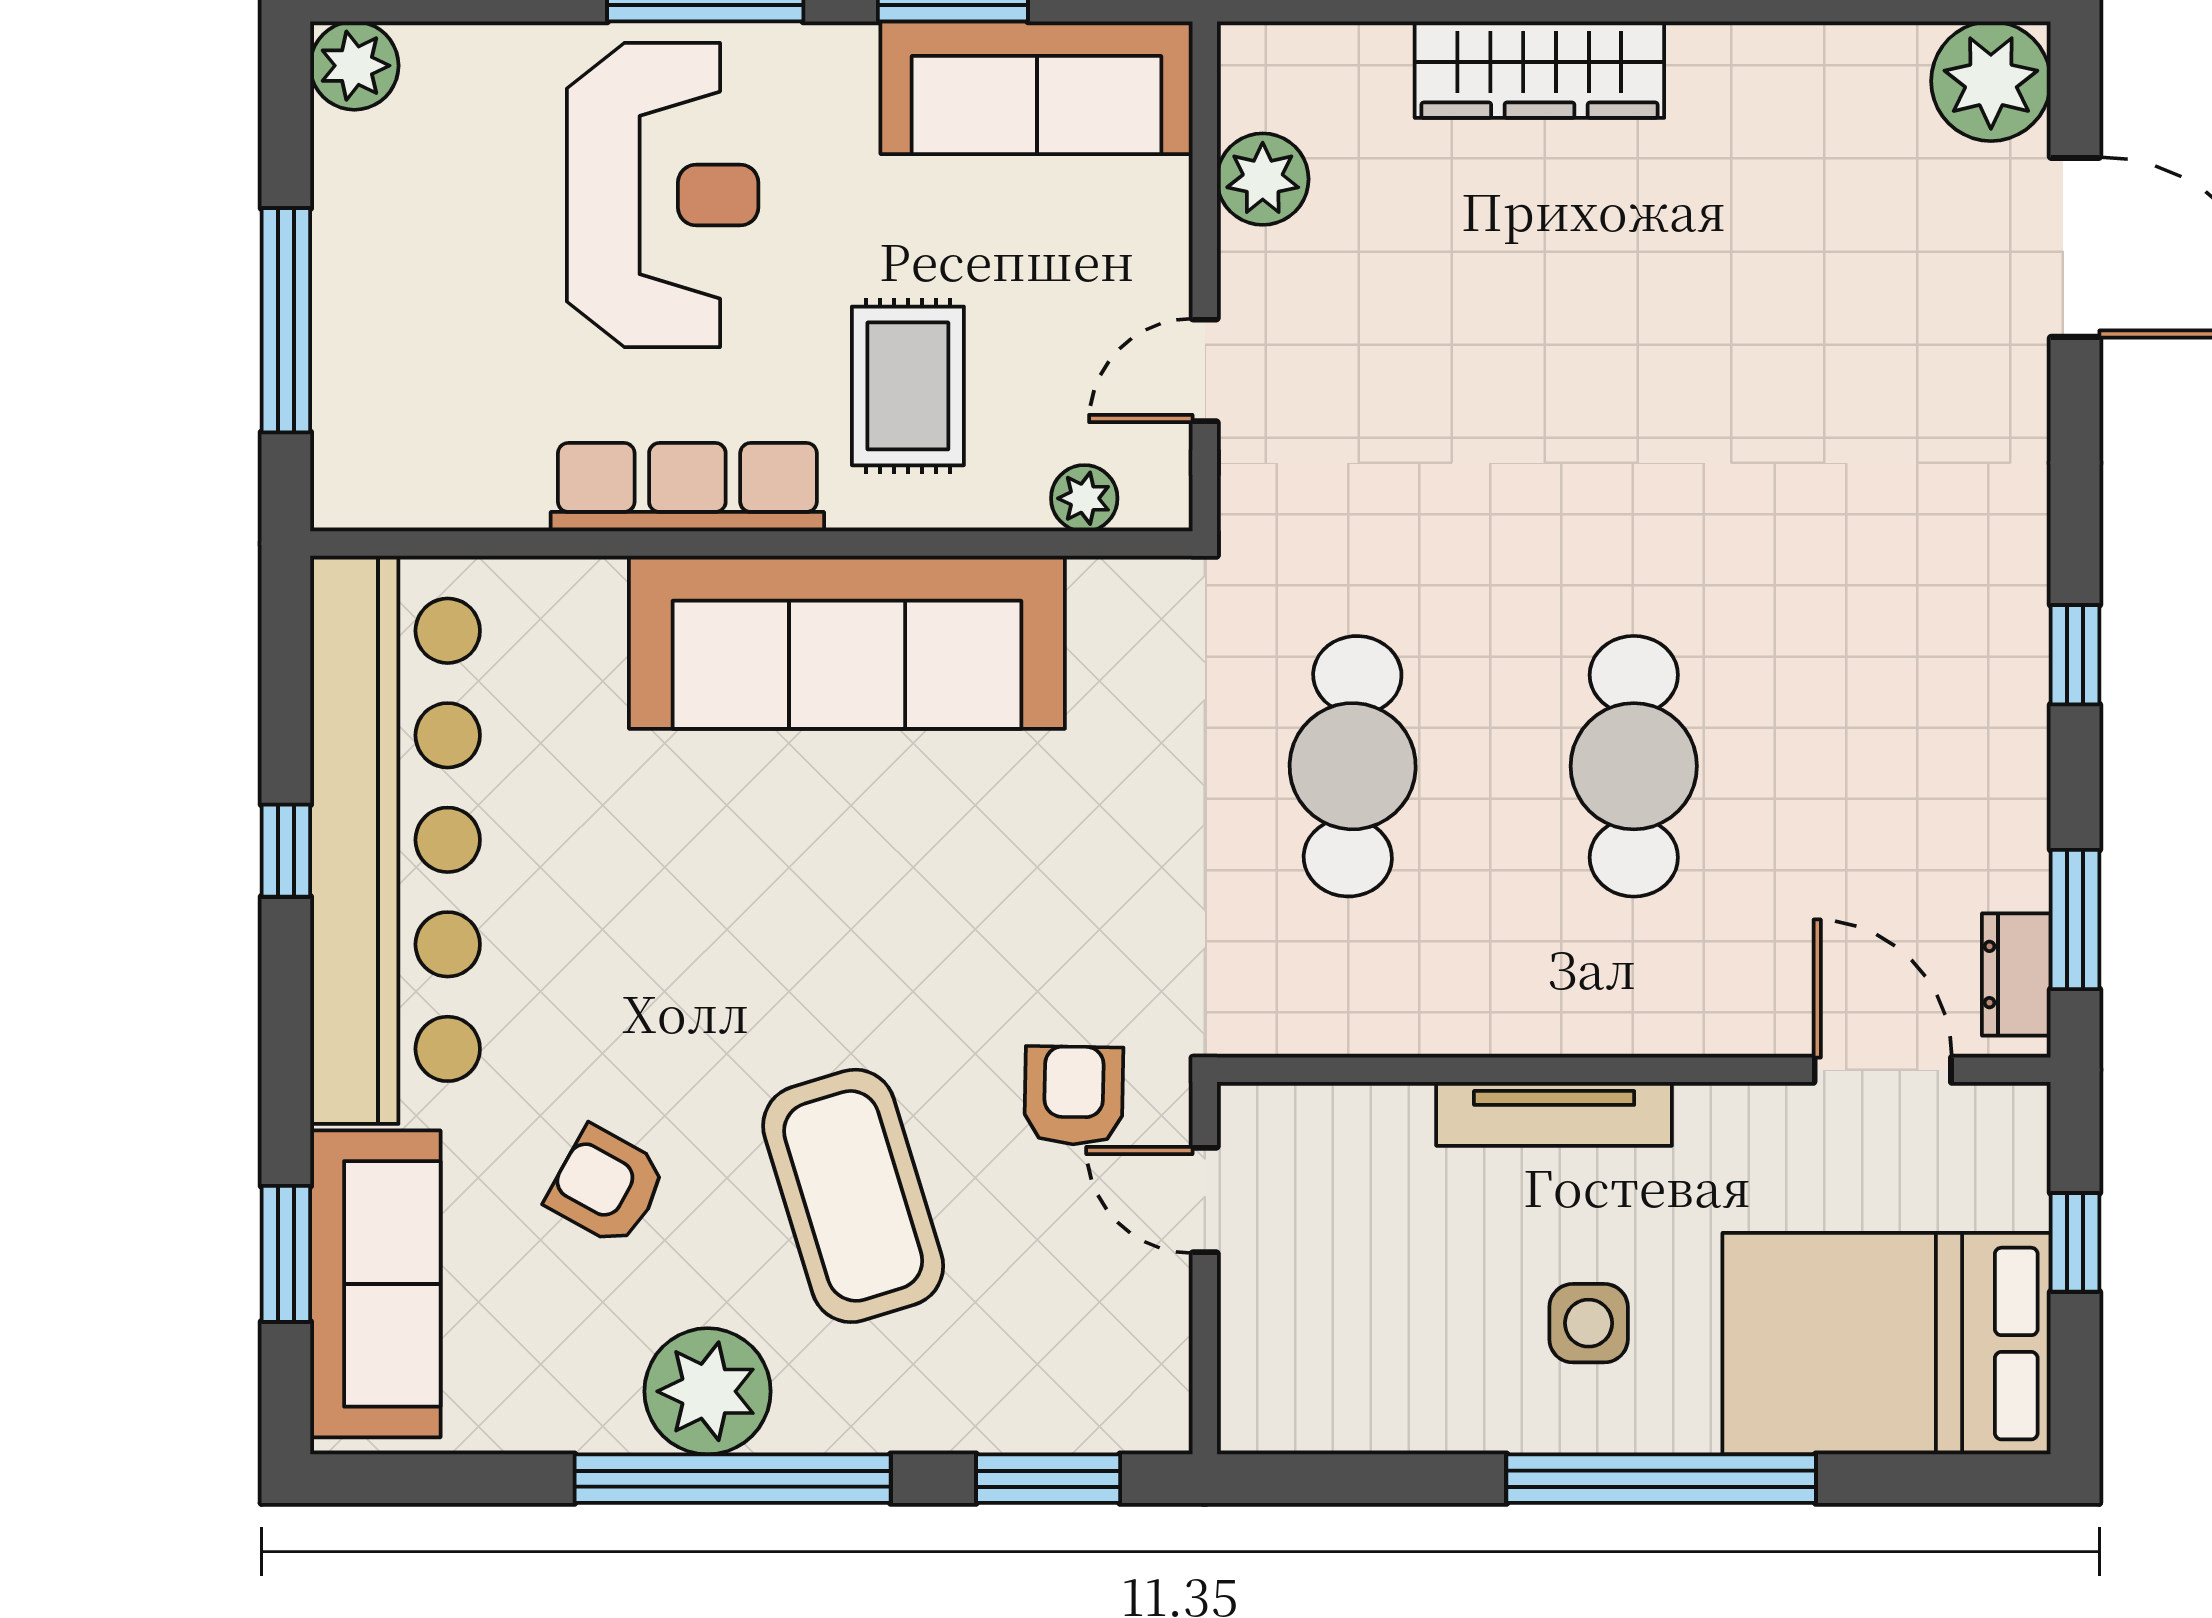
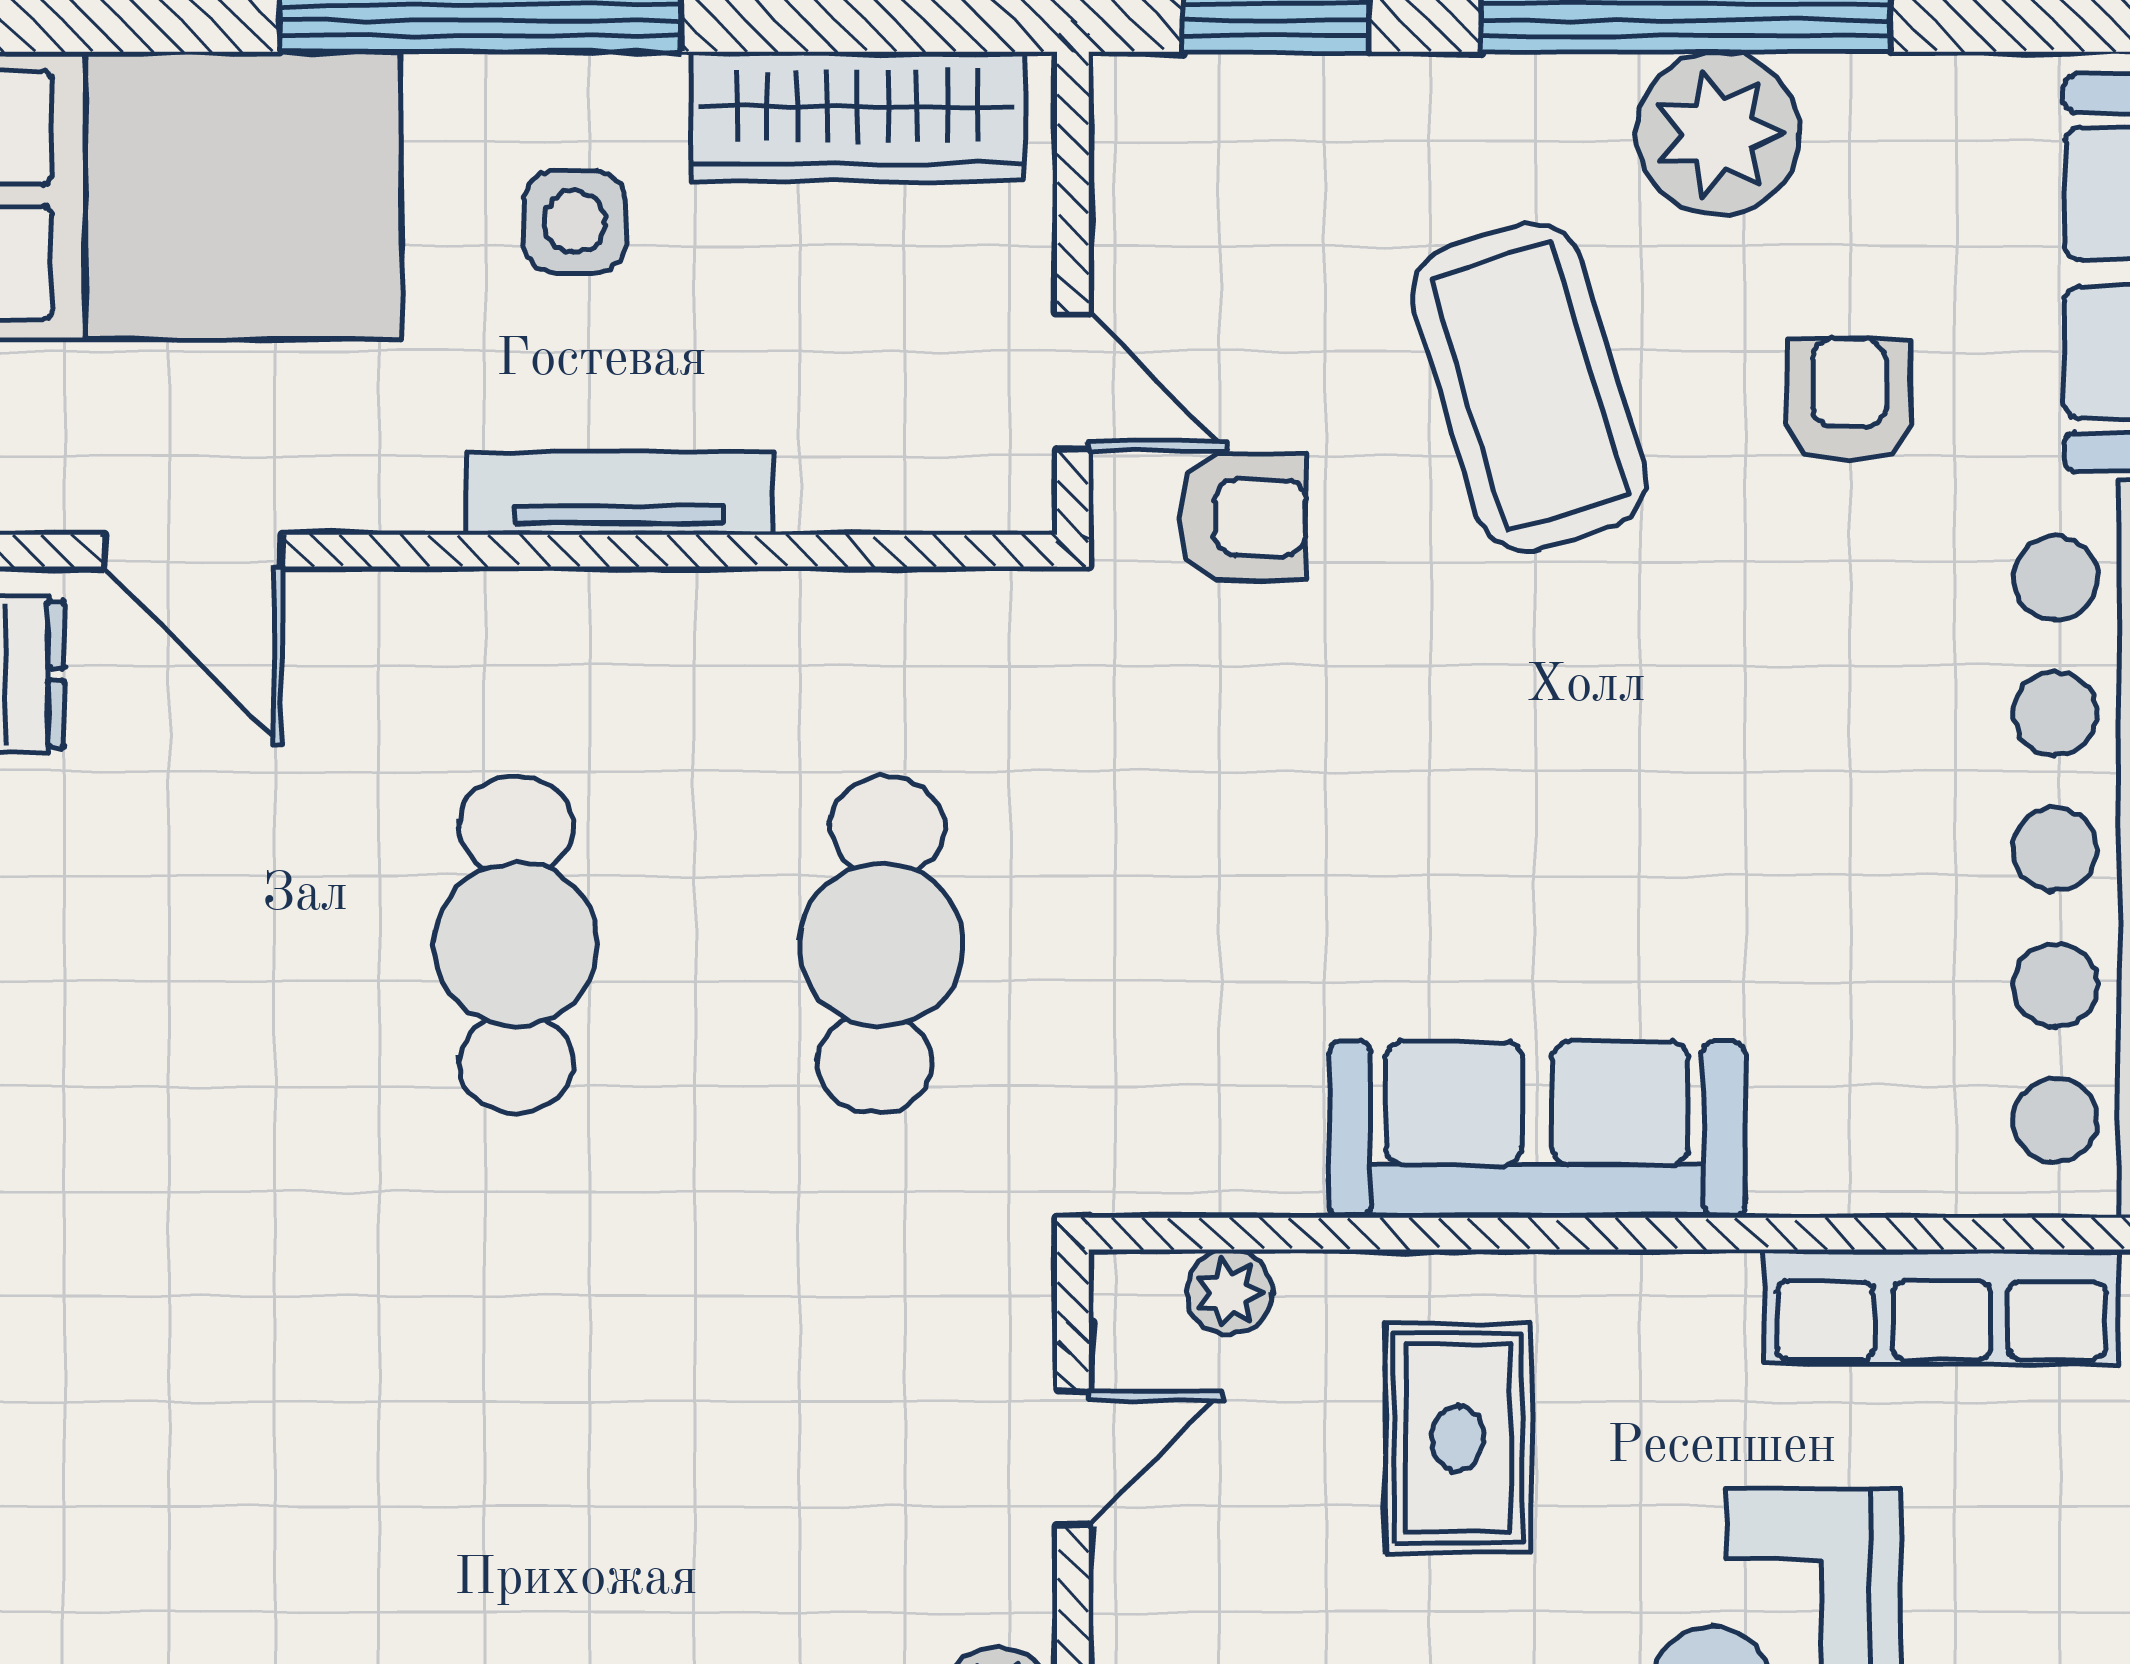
row of seats: (687, 487) -> (1941, 1307), moved
sofa: (847, 642) -> (1537, 1129), width x0.74, depth x0.79
armchair: (1074, 1096) -> (1243, 517), turned -91
armchair: (607, 1186) -> (1849, 400), turned -119
wardrobe: (1371, 1405) -> (858, 116), added

